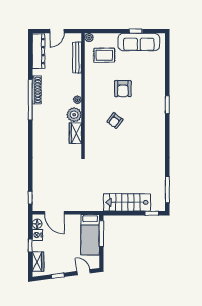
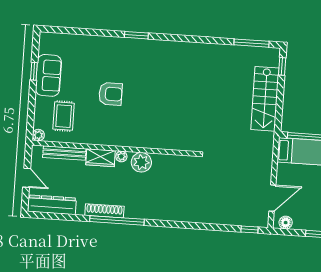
sofa: (139, 42) -> (48, 75), width x0.73
armchair: (115, 121) -> (153, 108), removed
wardrobe: (75, 133) -> (101, 158), moved
nightstand: (37, 235) -> (301, 223), removed

